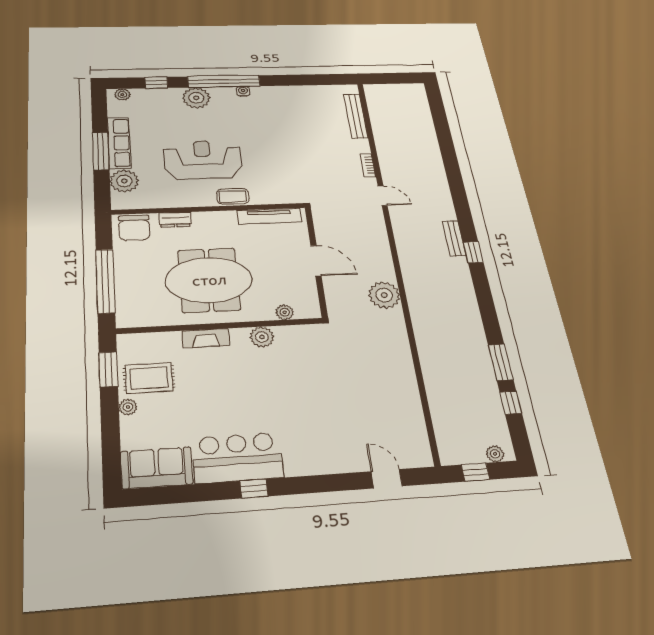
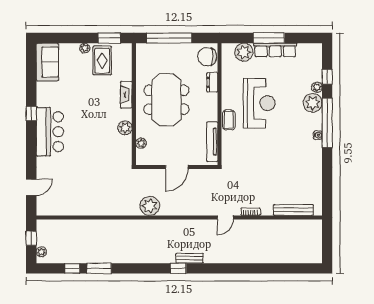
plant: (122, 95) -> (317, 87), moved
bar counter: (238, 458) -> (50, 132), moved

